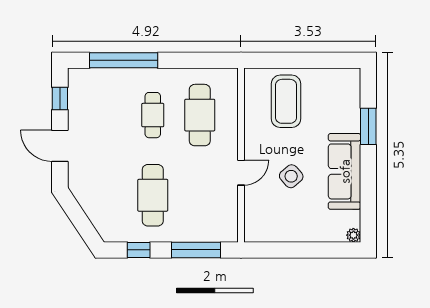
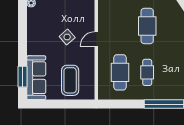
window: (368, 126) -> (23, 77), moved
sofa: (345, 171) -> (36, 78), moved

